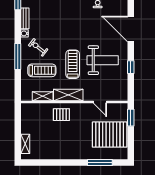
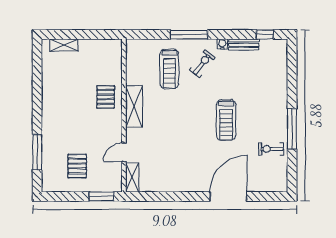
weight bench: (103, 60) -> (184, 156), removed
treadmill: (73, 64) -> (226, 120), moved, turned 90
window: (131, 67) -> (174, 196), removed
shelving: (43, 96) -> (132, 177), moved
pallet: (110, 135) -> (77, 166), width x0.49, depth x0.50

